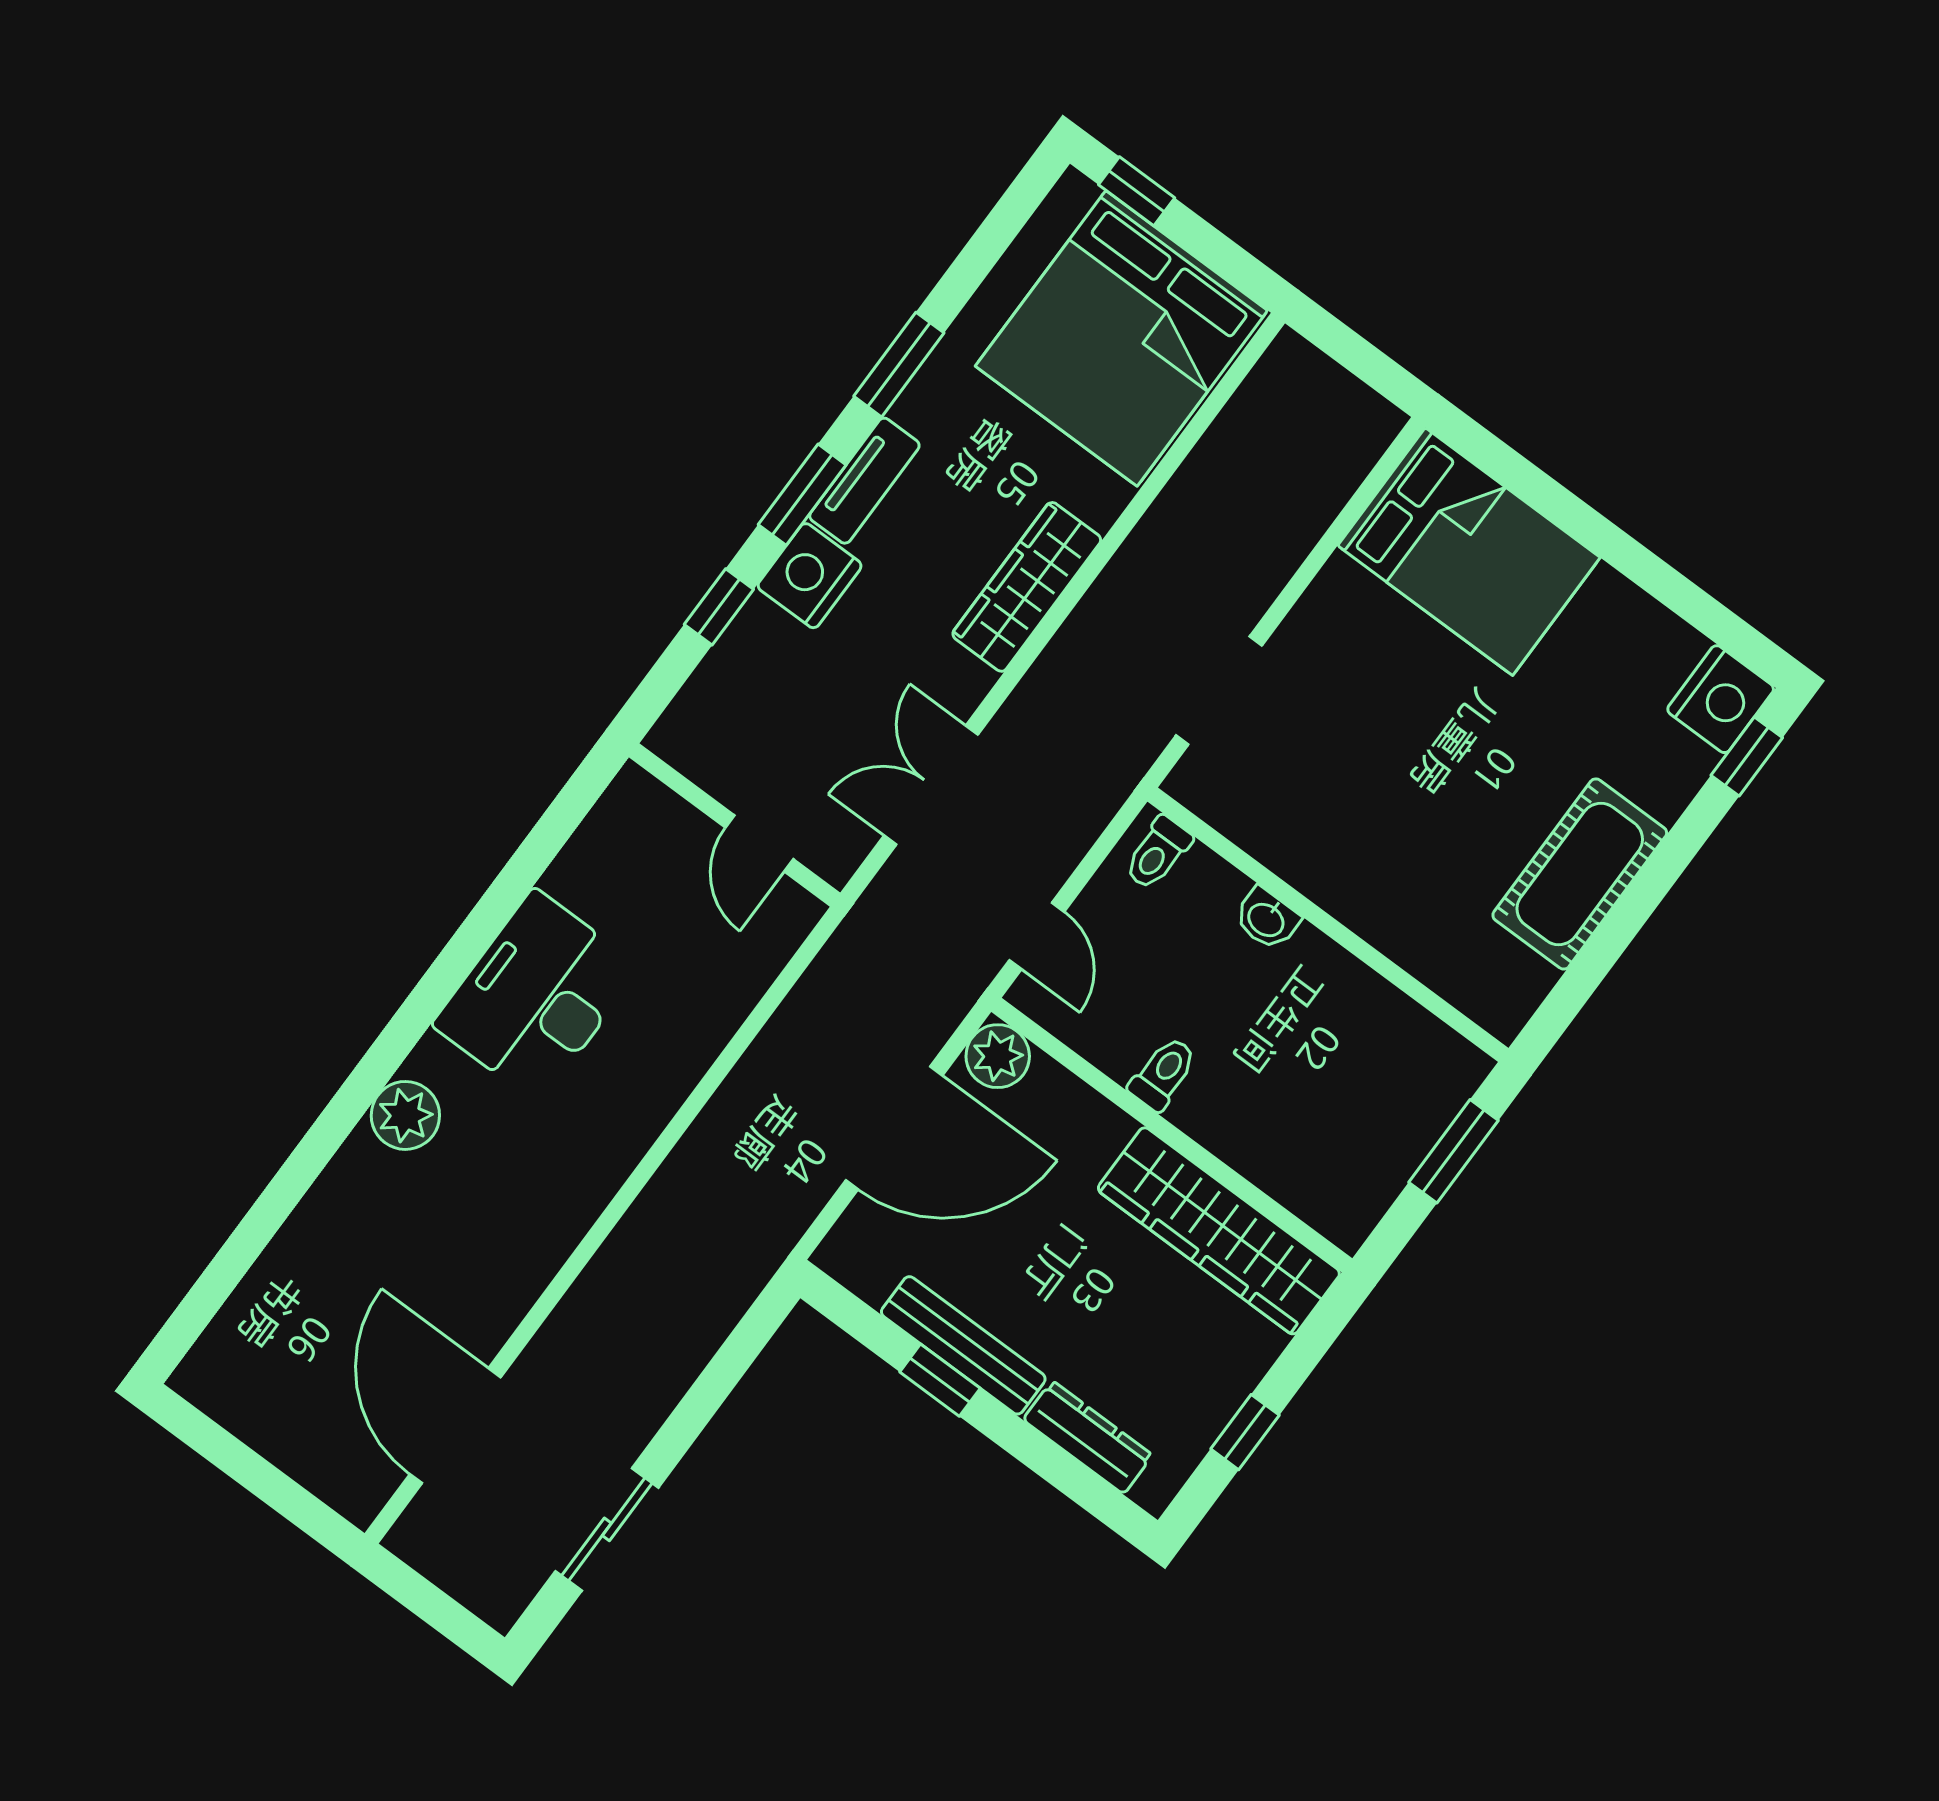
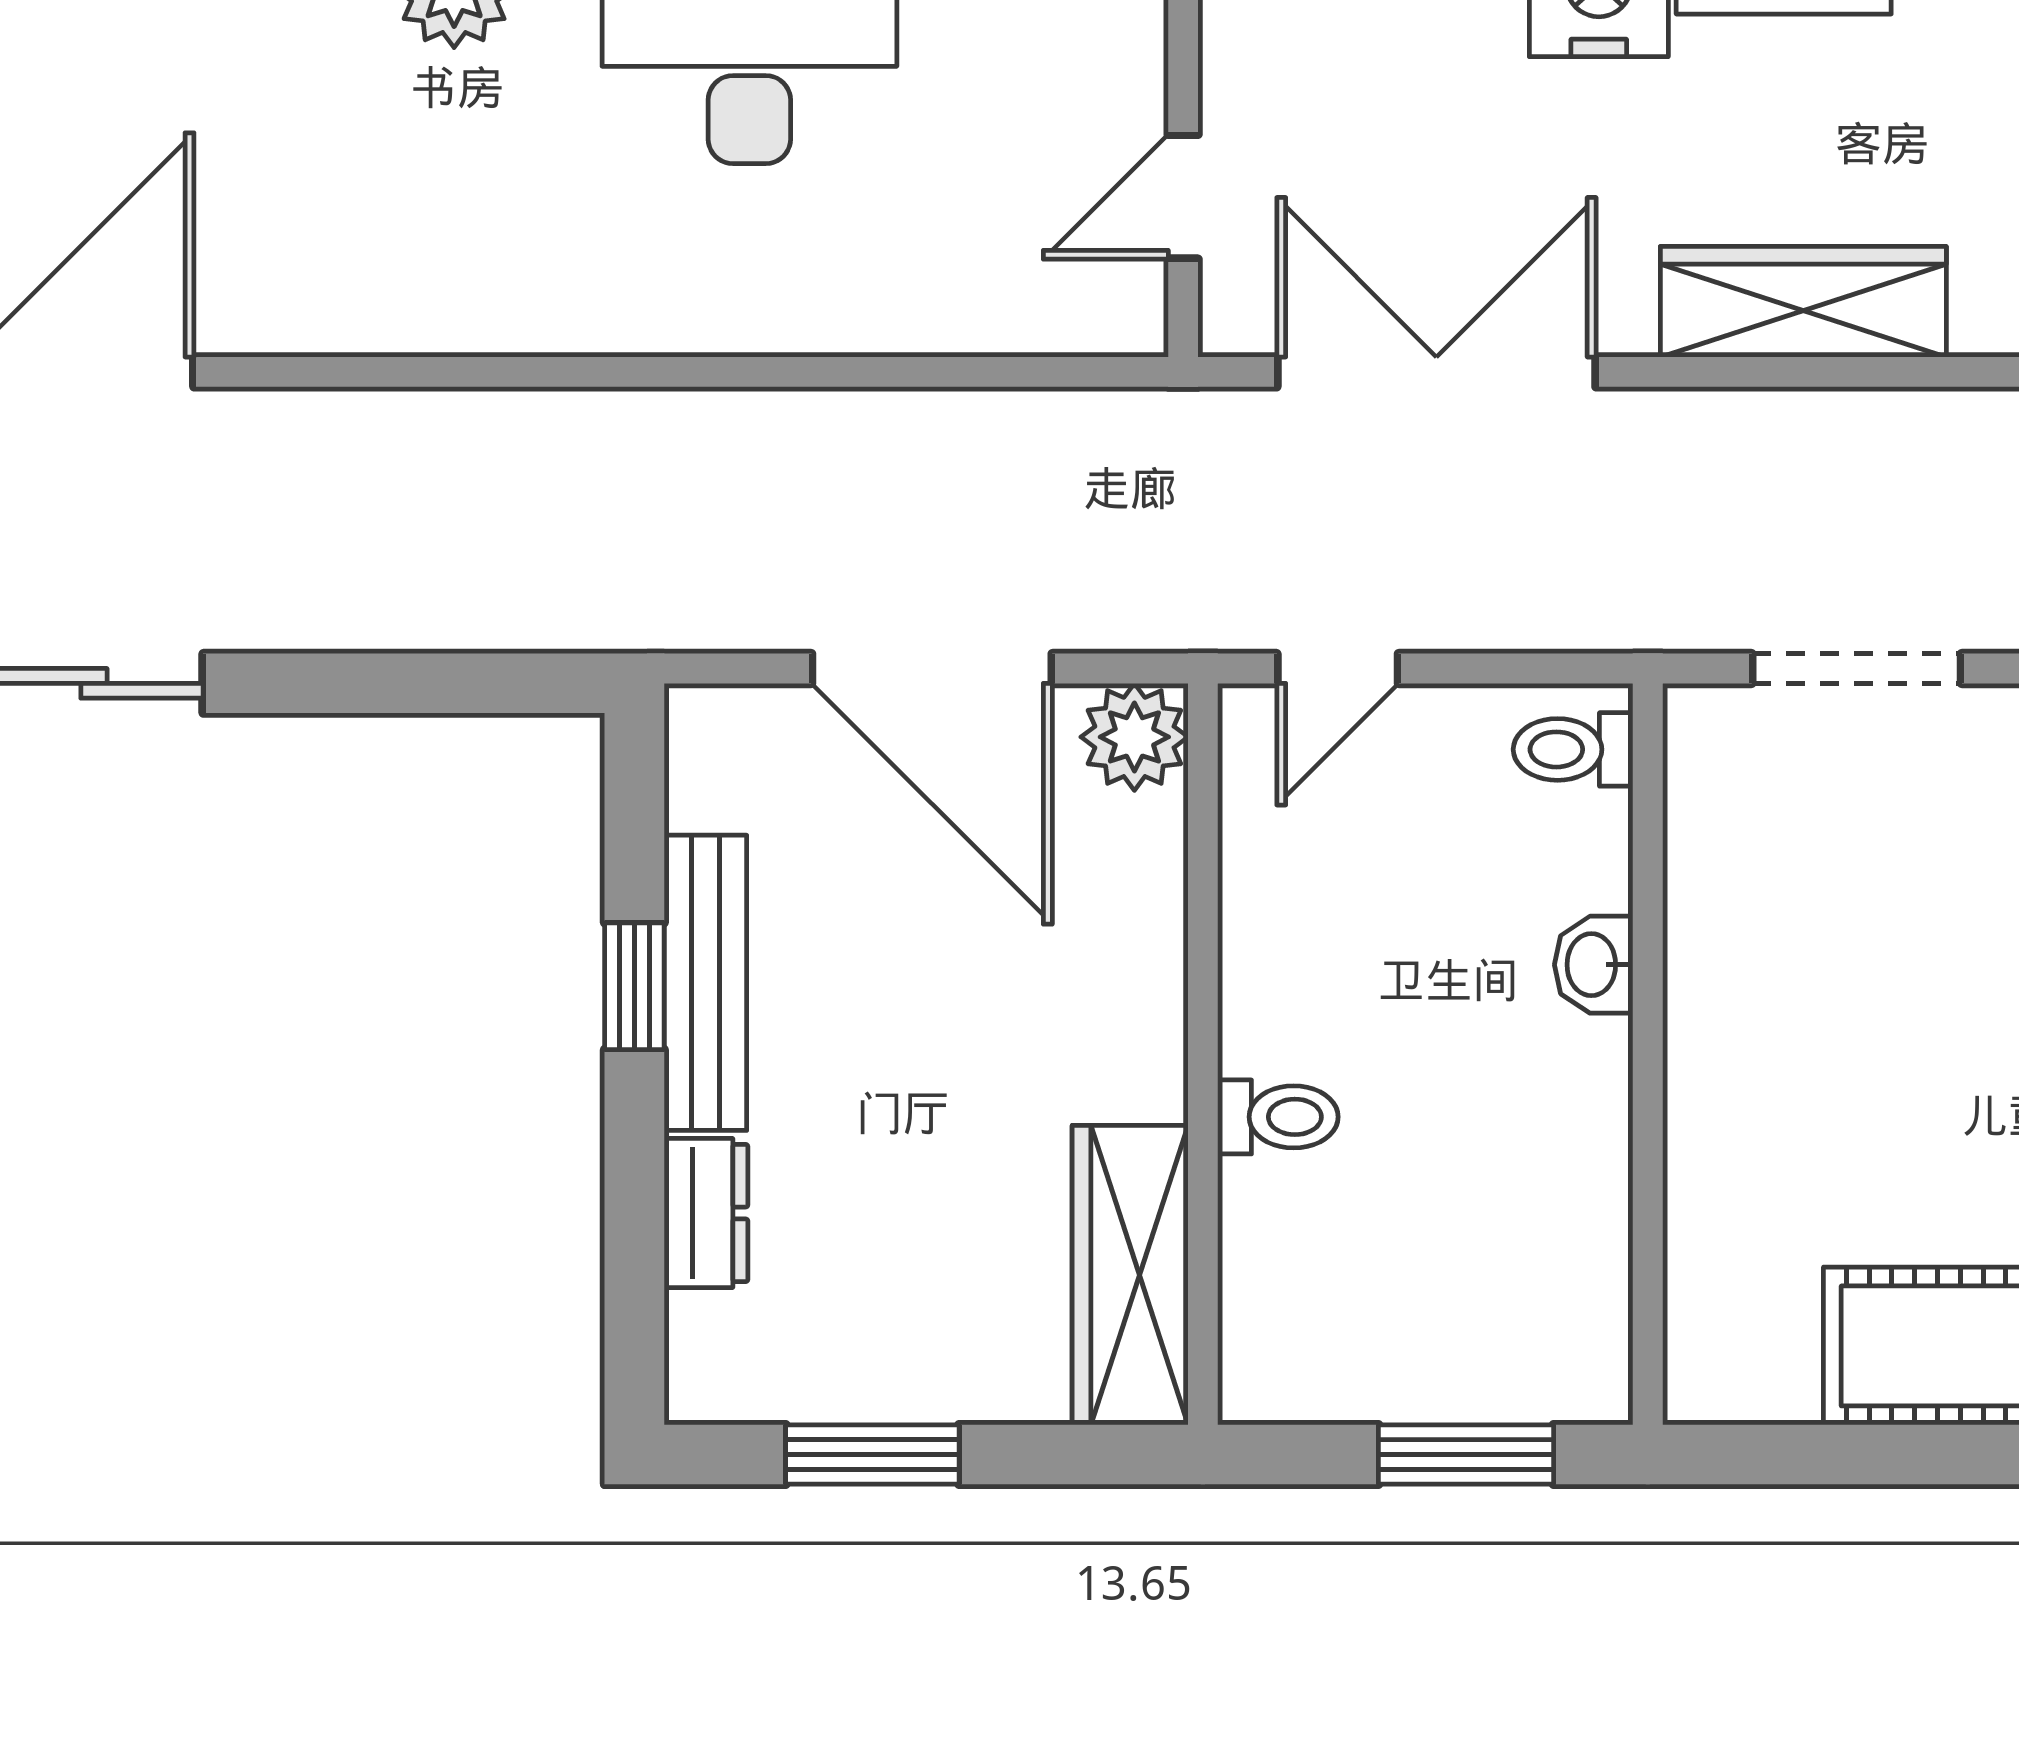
double door: (931, 785) -> (1436, 372), width x1.37
toilet: (1163, 1074) -> (1278, 1117), moved
wardrobe: (1219, 1231) -> (1130, 1275), width x0.71, depth x0.85
window: (1245, 1432) -> (872, 1454), width x1.50
dresser: (1088, 1437) -> (706, 1213), width x0.70

